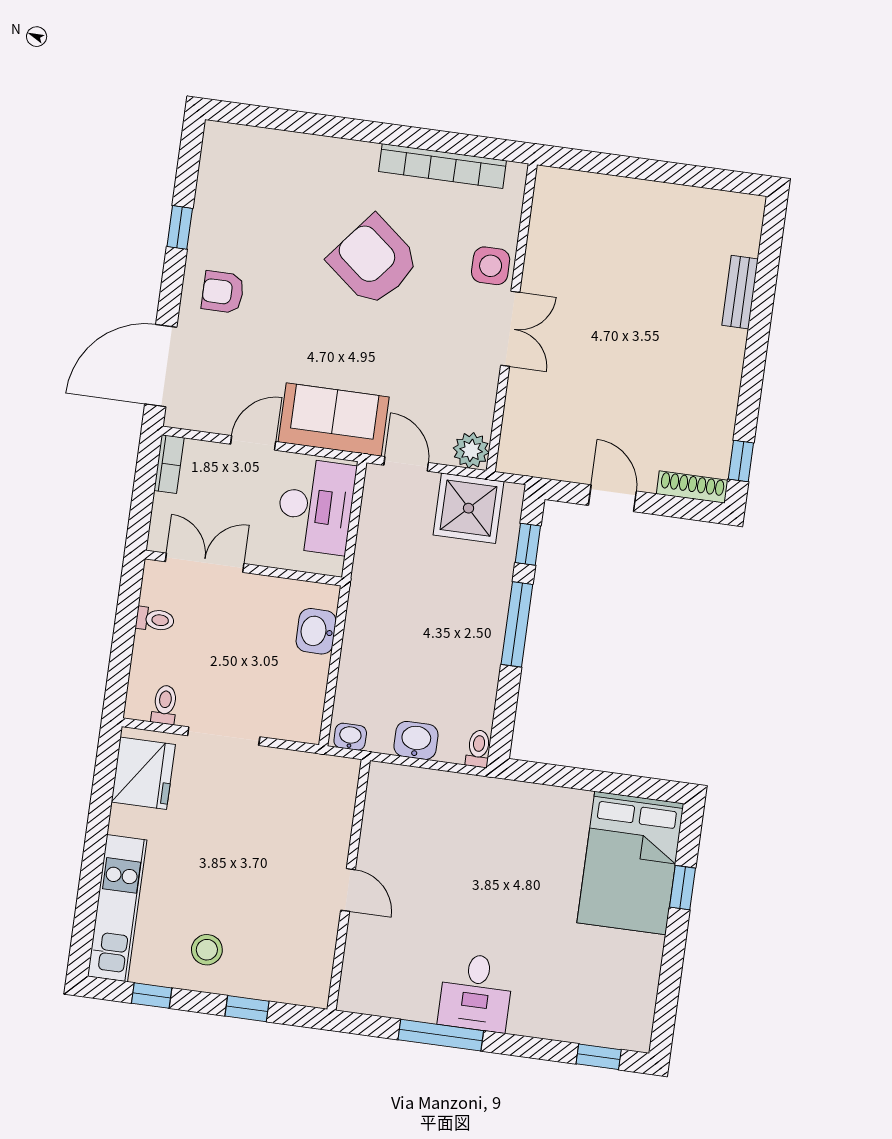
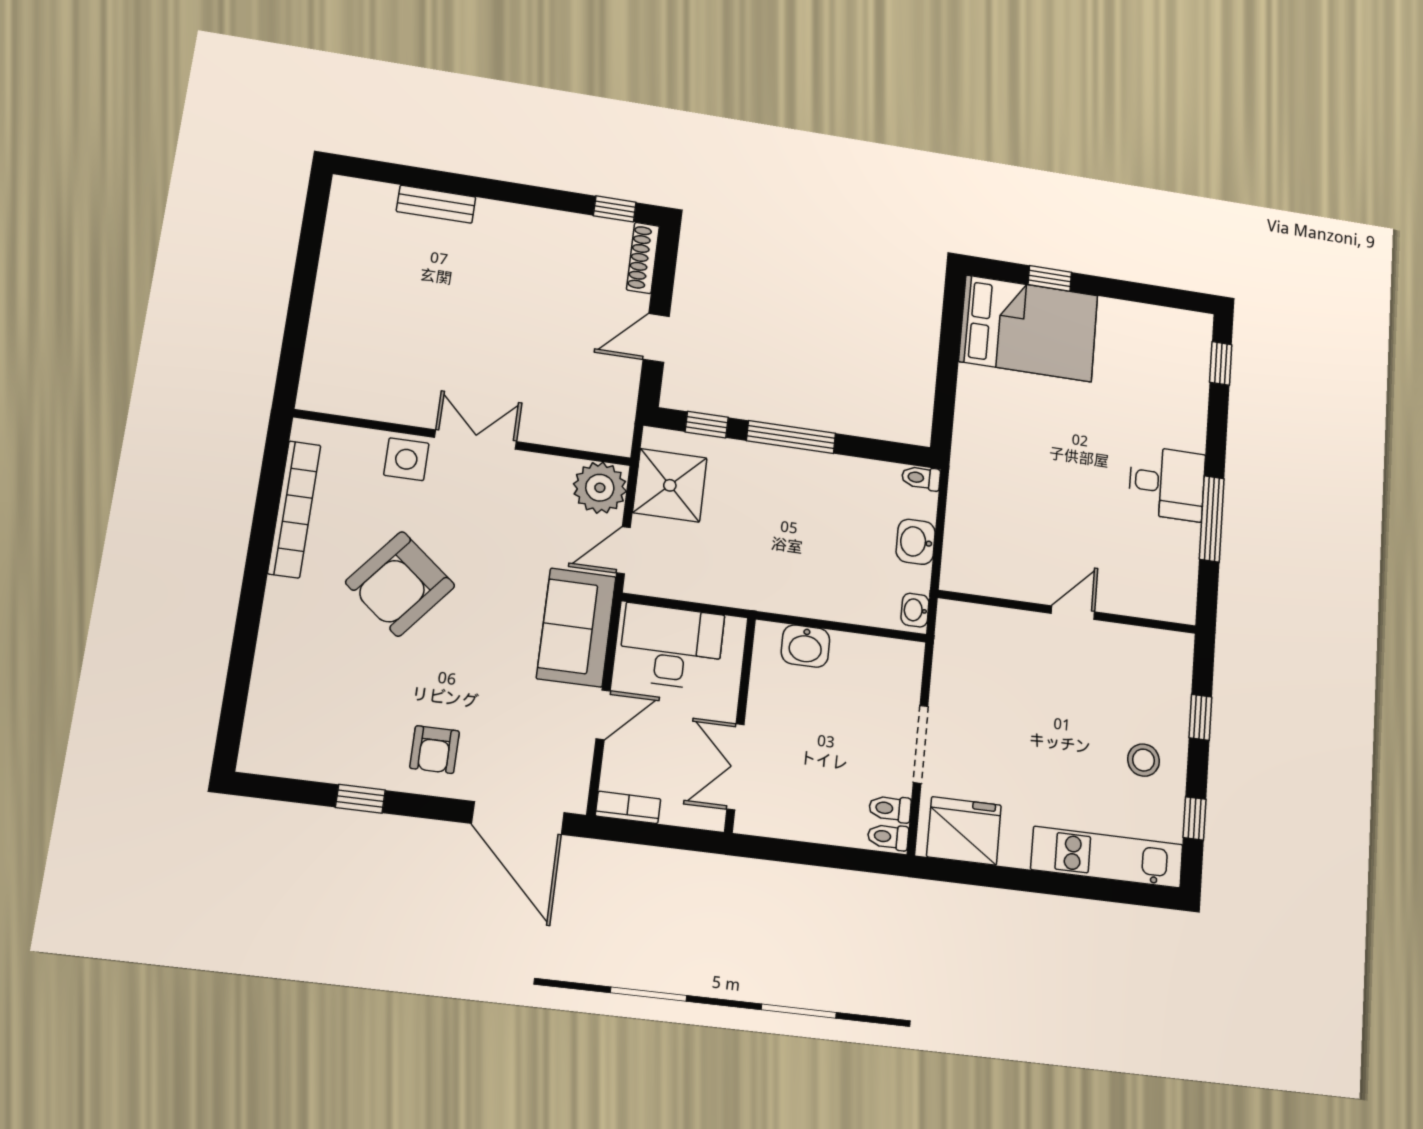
door: (253, 443) -> (603, 715), swing flipped
plant: (471, 450) -> (600, 488), width x1.36, depth x1.36
toilet: (155, 619) -> (888, 837), moved, turned -90

